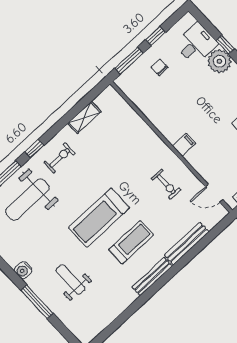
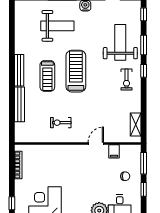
shelving: (84, 117) -> (136, 125), moved
filing cabinet: (184, 145) -> (114, 151), moved
door: (214, 193) -> (96, 143), moved
weight bench: (70, 280) -> (57, 26), width x1.36, depth x1.33

